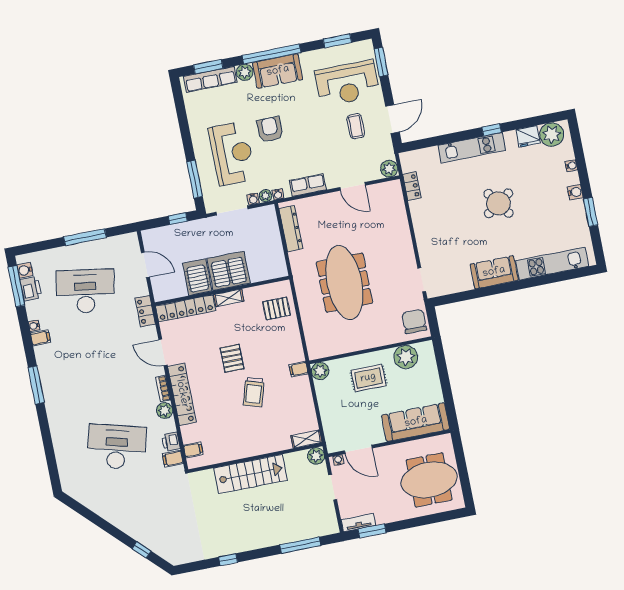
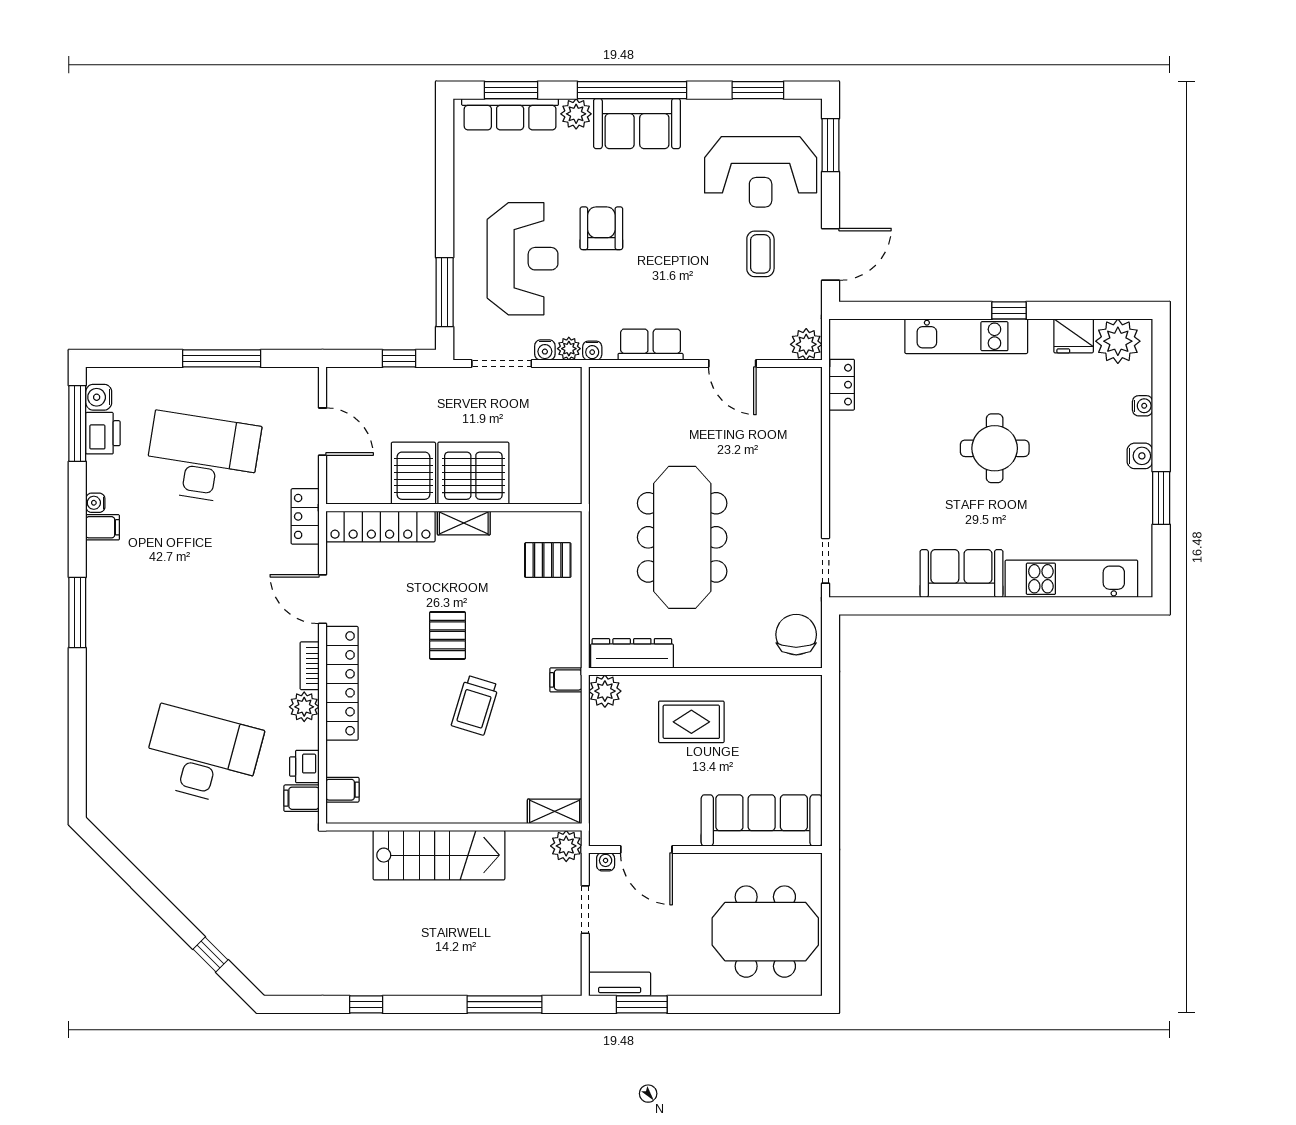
round table: (498, 203) -> (995, 448), turned 35
dresser: (291, 229) -> (632, 653), moved, turned -90
plant: (406, 357) -> (768, 697), removed

